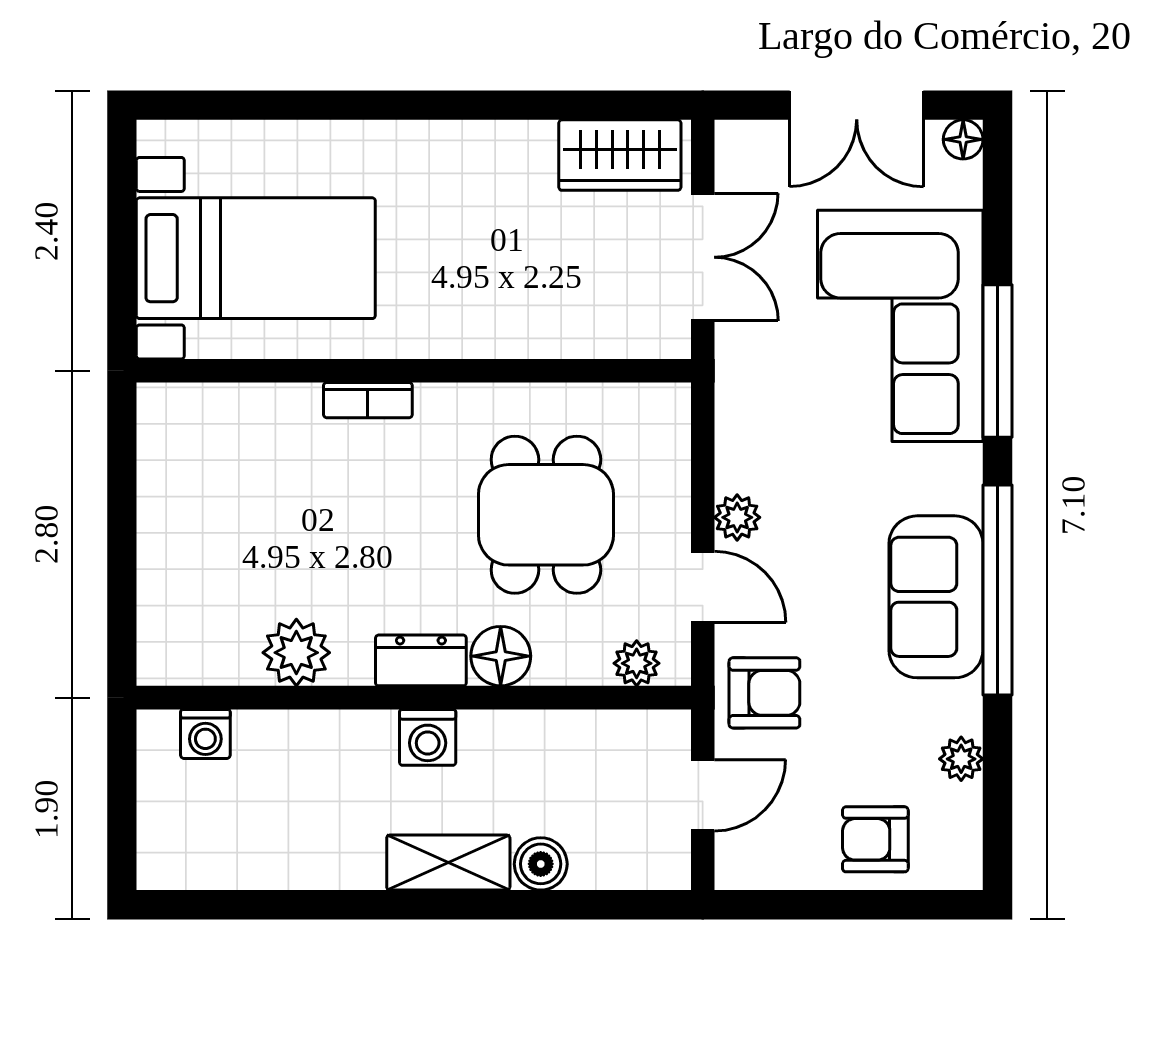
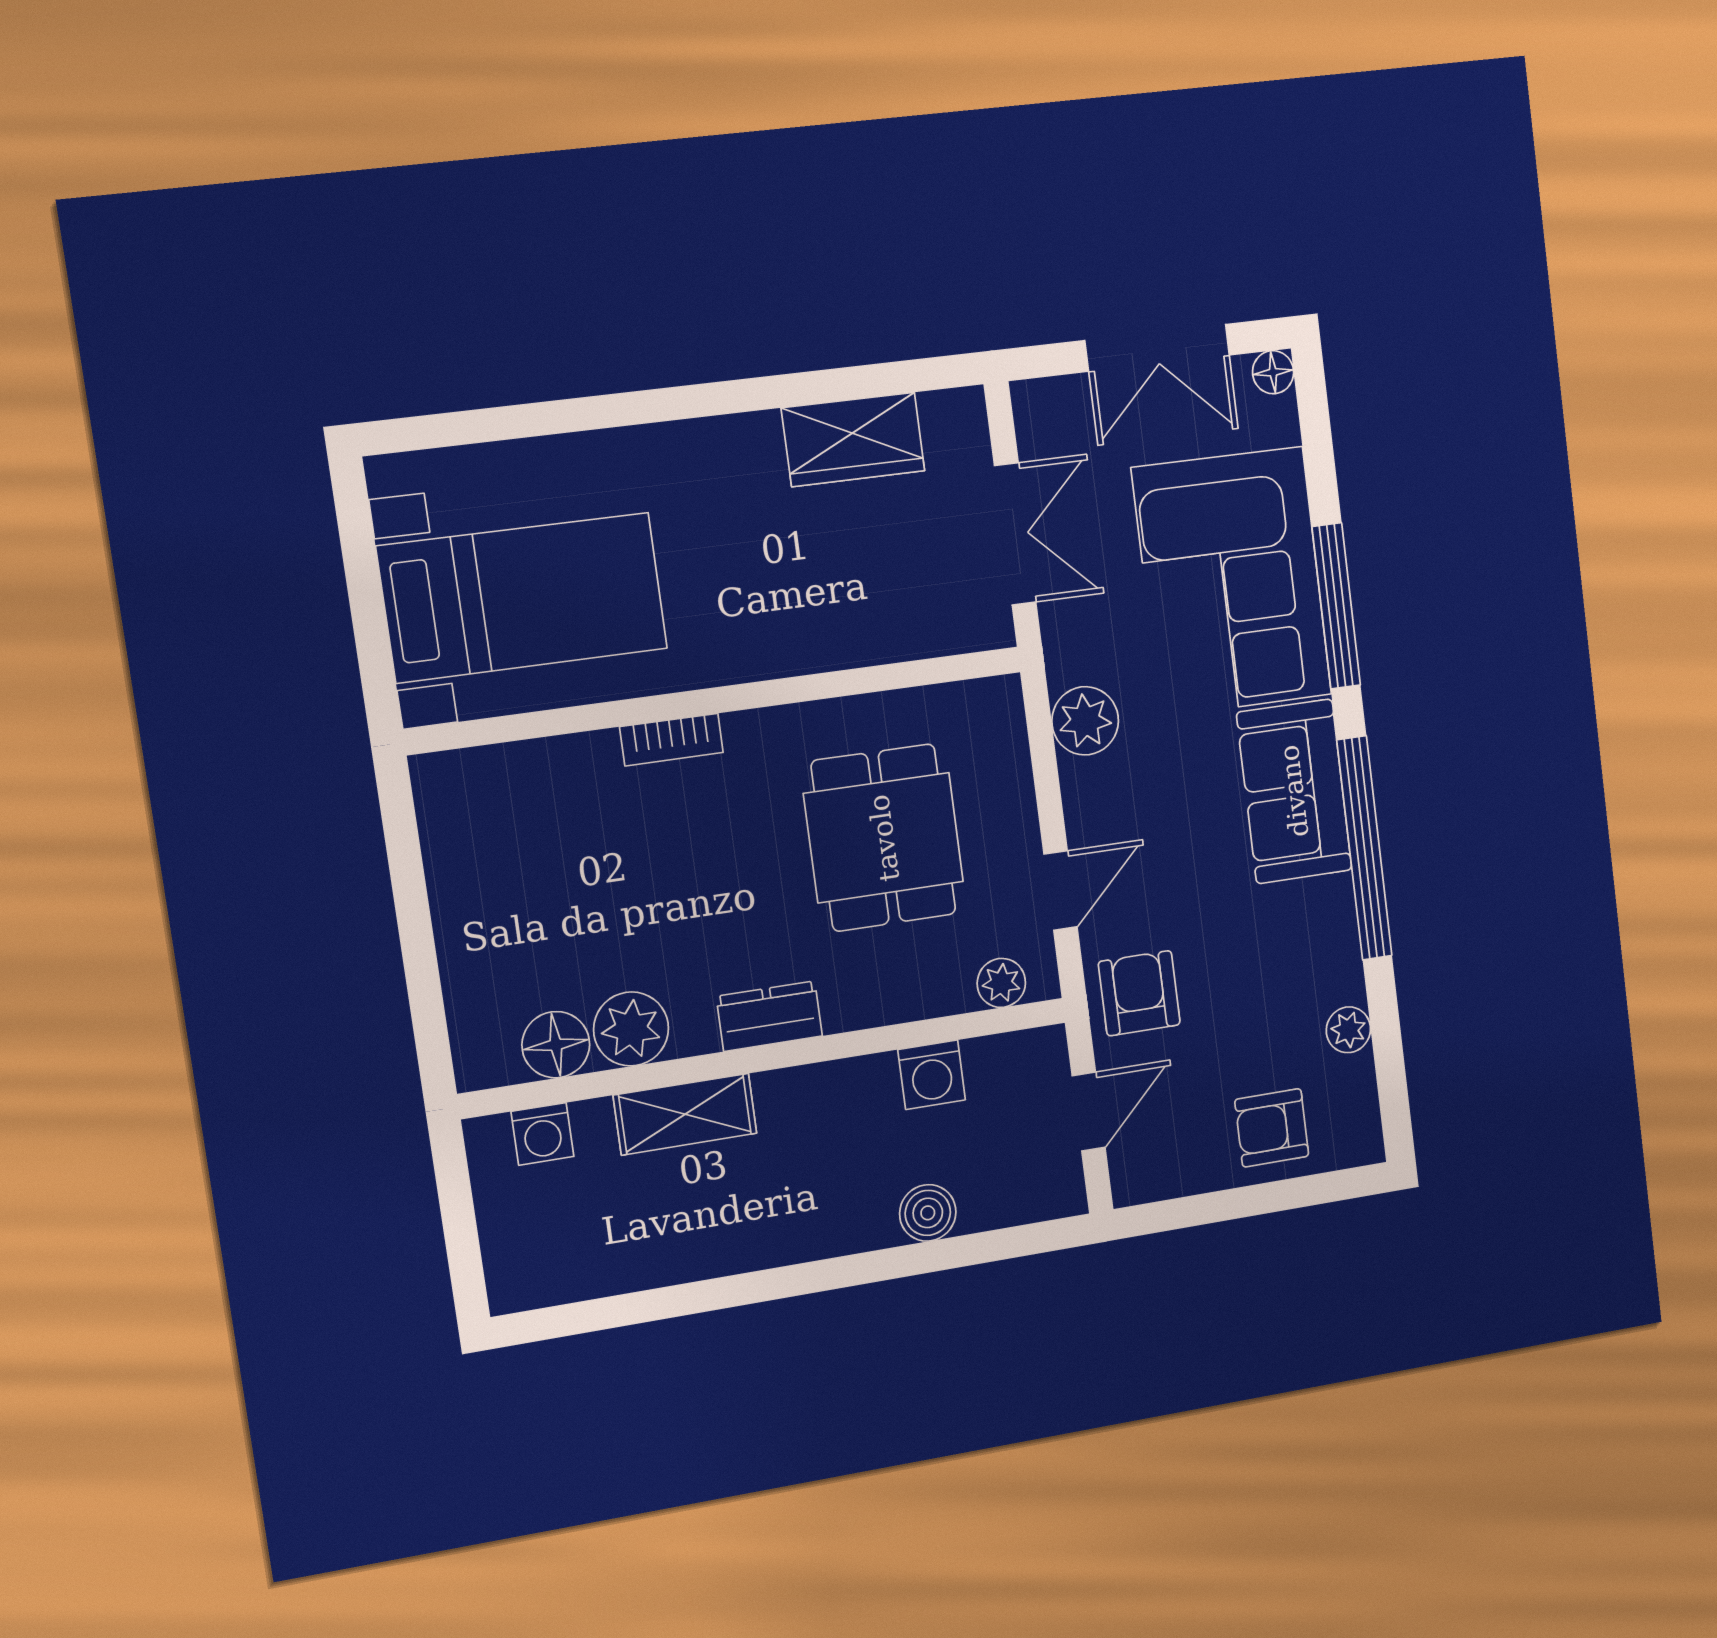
wardrobe: (620, 155) -> (853, 439), moved
plant: (737, 517) -> (1085, 721), moved, width x1.38, depth x1.38
door: (703, 587) -> (1061, 891), hinge flipped
sofa: (936, 597) -> (1294, 791), moved
floor lamp: (501, 656) -> (556, 1045), moved
armchair: (764, 693) -> (1139, 993), turned -90
washing machine: (428, 737) -> (932, 1075), moved
shelving: (448, 863) -> (685, 1114), moved

